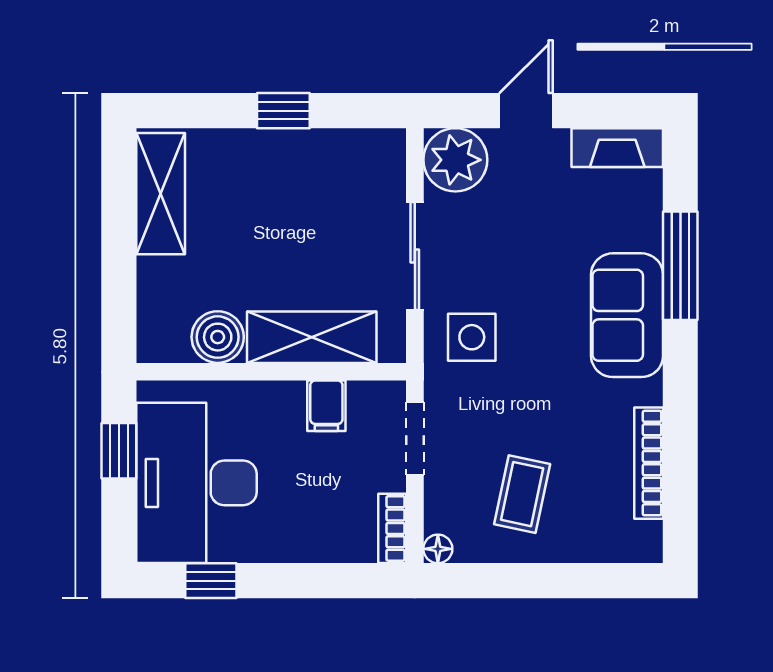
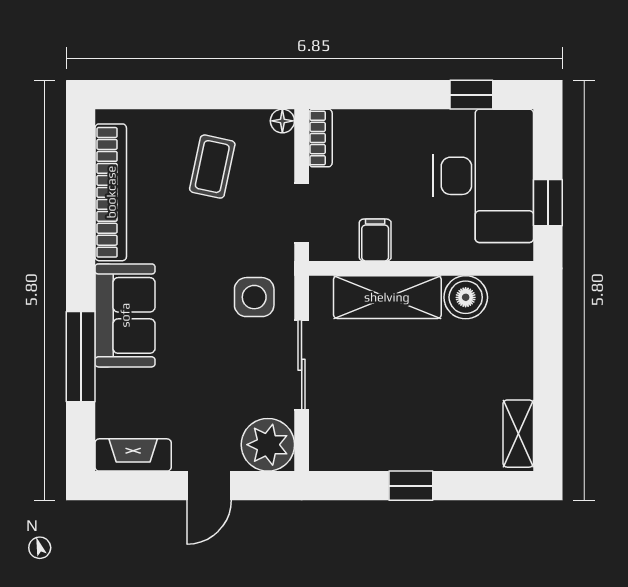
shelving: (161, 194) -> (518, 434), width x0.67, depth x0.75
bookcase: (649, 463) -> (111, 192), width x1.48, depth x1.31

